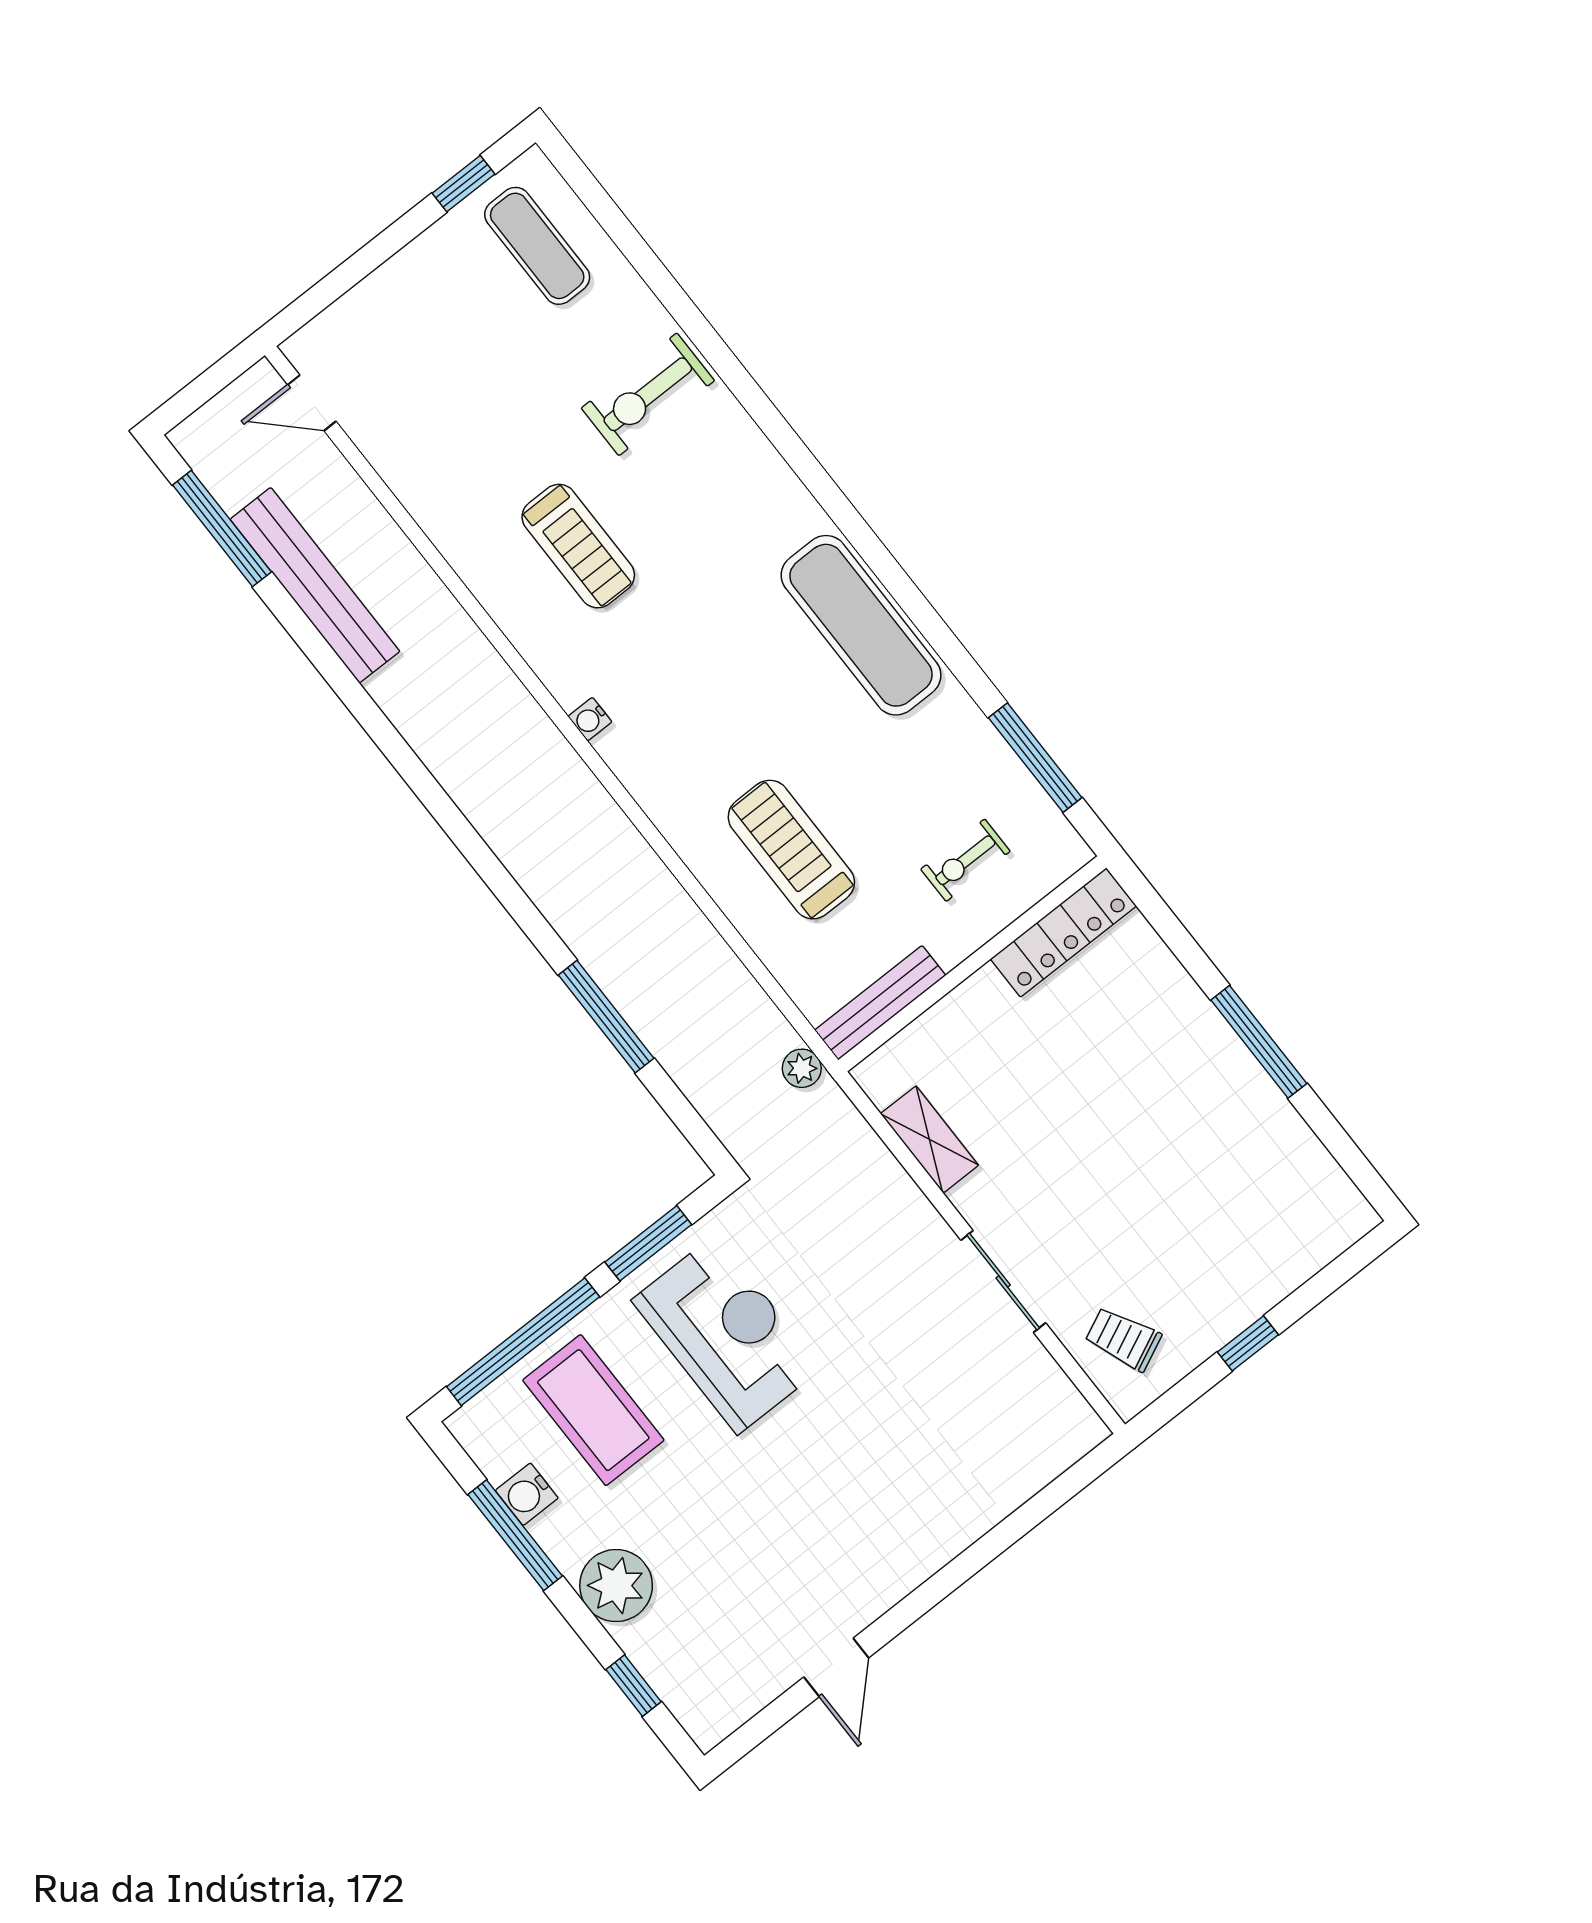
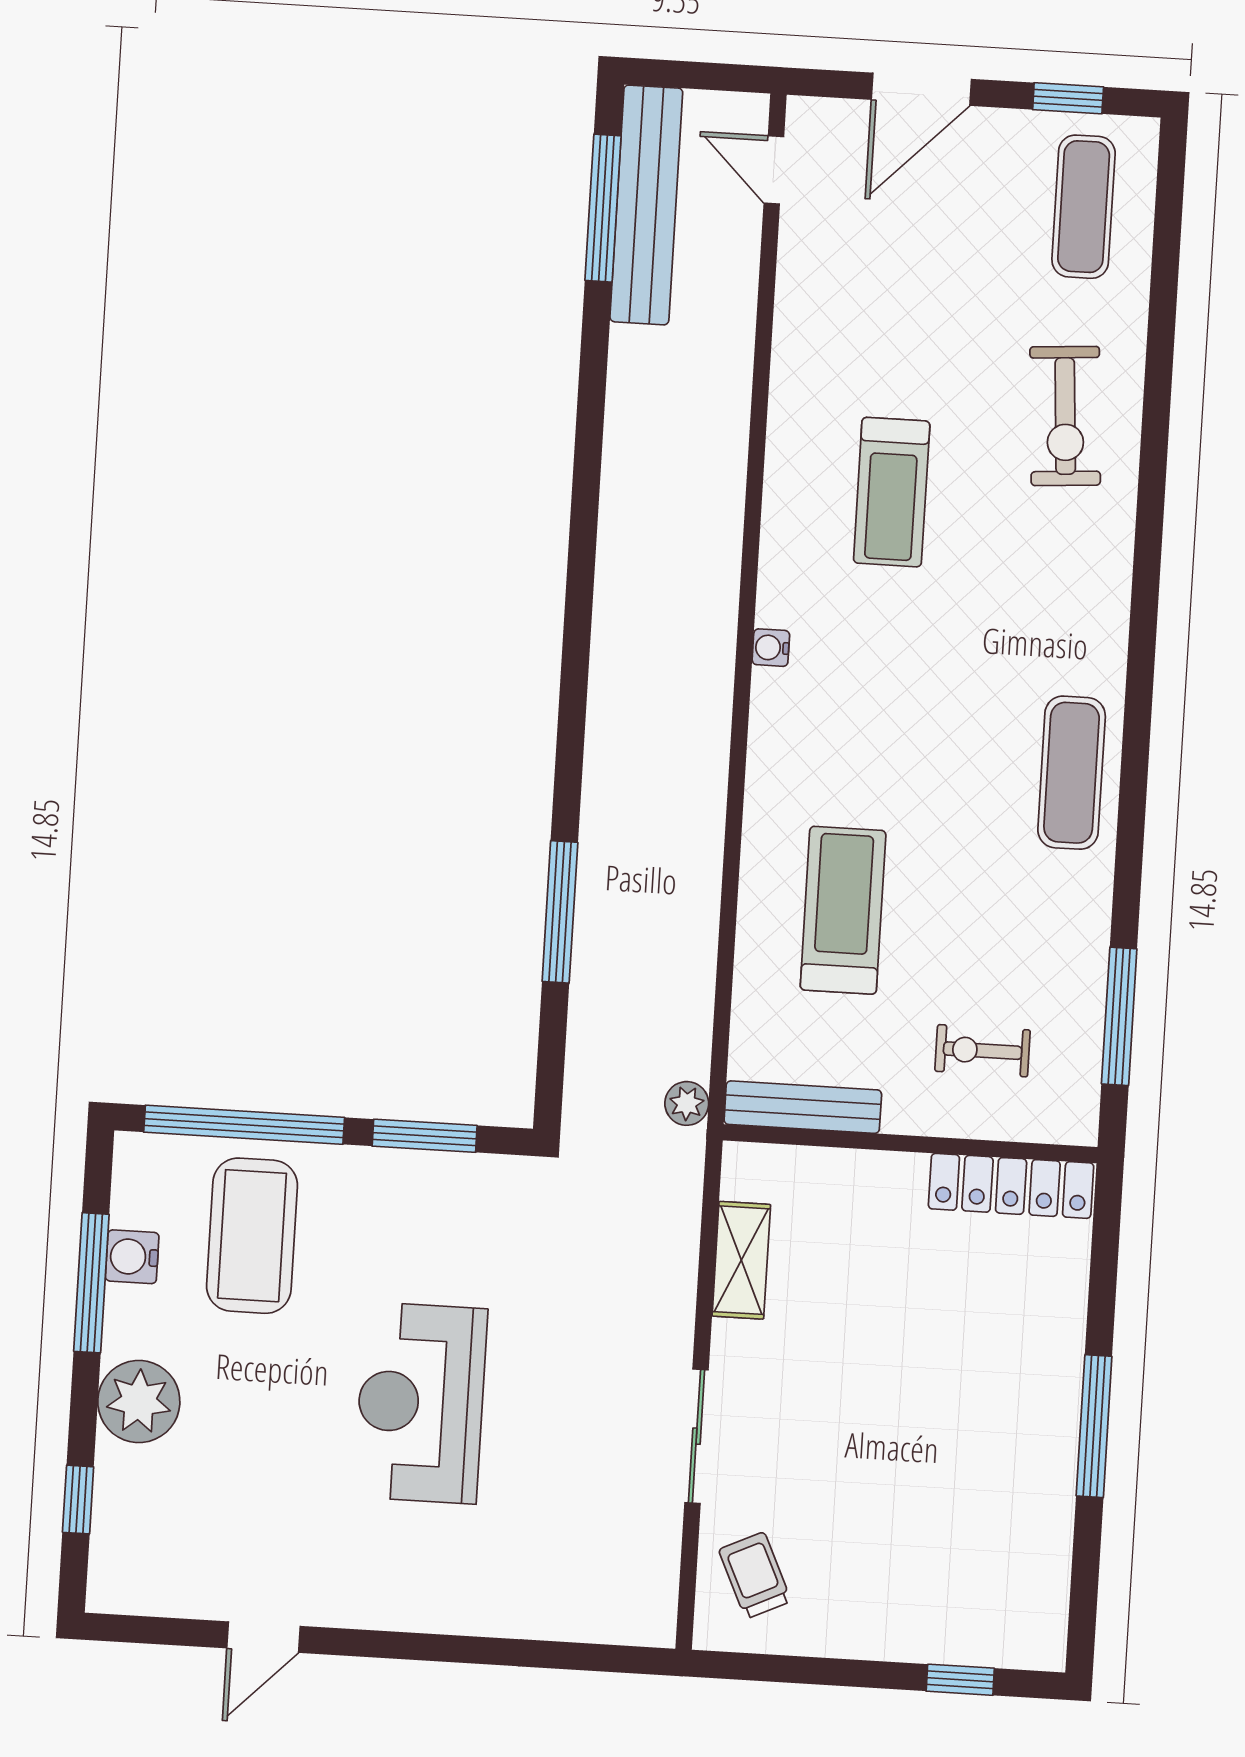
door: (362, 264) -> (921, 89), added
exercise bike: (648, 394) -> (1065, 416), turned -94
bench: (315, 585) -> (646, 205), moved
exercise mat: (861, 625) -> (1072, 773), width x0.73, depth x0.69
reception desk: (726, 1335) -> (421, 1403), moved, turned 180
window: (1248, 1343) -> (960, 1680), moved

